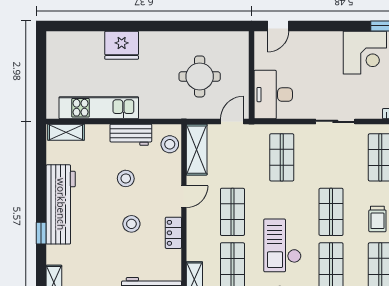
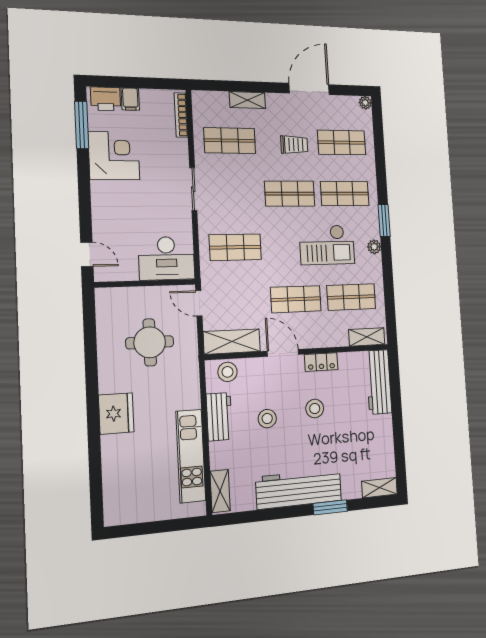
fridge: (122, 45) -> (116, 414), moved
door: (184, 197) -> (283, 353), width x1.38
window: (41, 233) -> (330, 507), width x1.50

